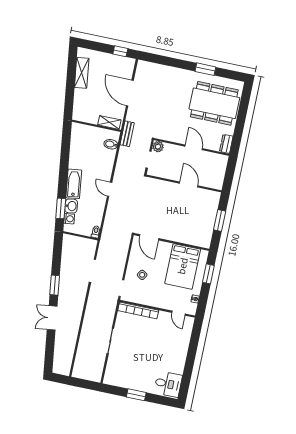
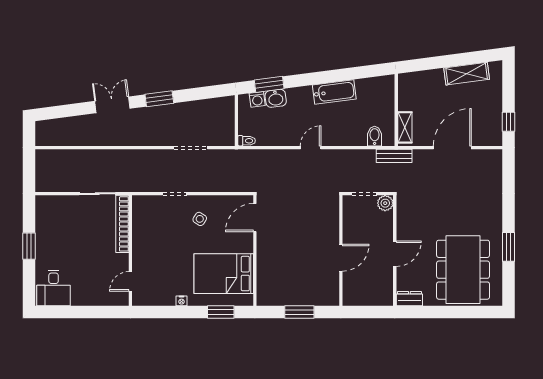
bathtub: (74, 184) -> (334, 92), moved
wall: (157, 309) -> (130, 251), moved
bookcase: (138, 310) -> (122, 224), moved
door: (178, 313) -> (130, 281), moved

